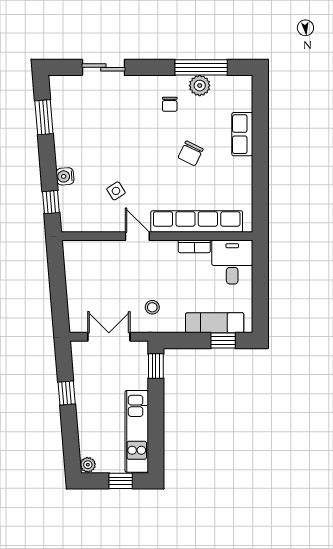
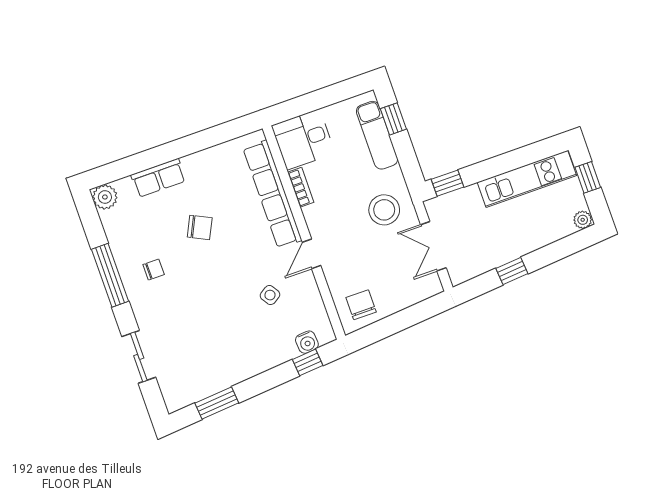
window: (201, 67) -> (110, 275), moved
plant: (200, 86) -> (105, 197), moved
water cooler: (65, 176) -> (307, 342), moved
chair: (82, 262) -> (361, 305), added
stool: (152, 307) -> (384, 210), width x1.89, depth x1.89

